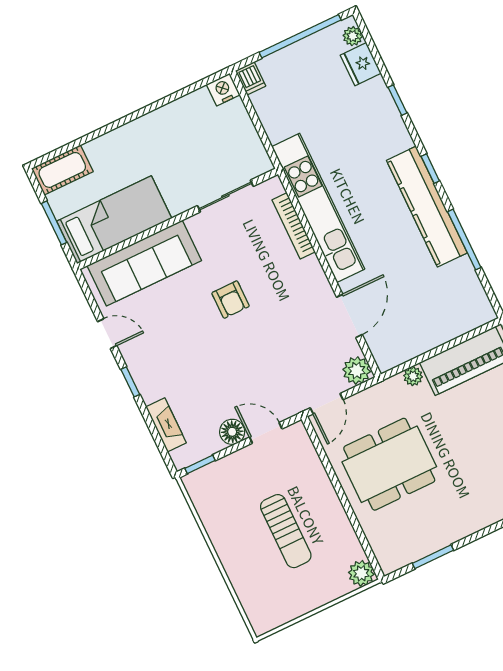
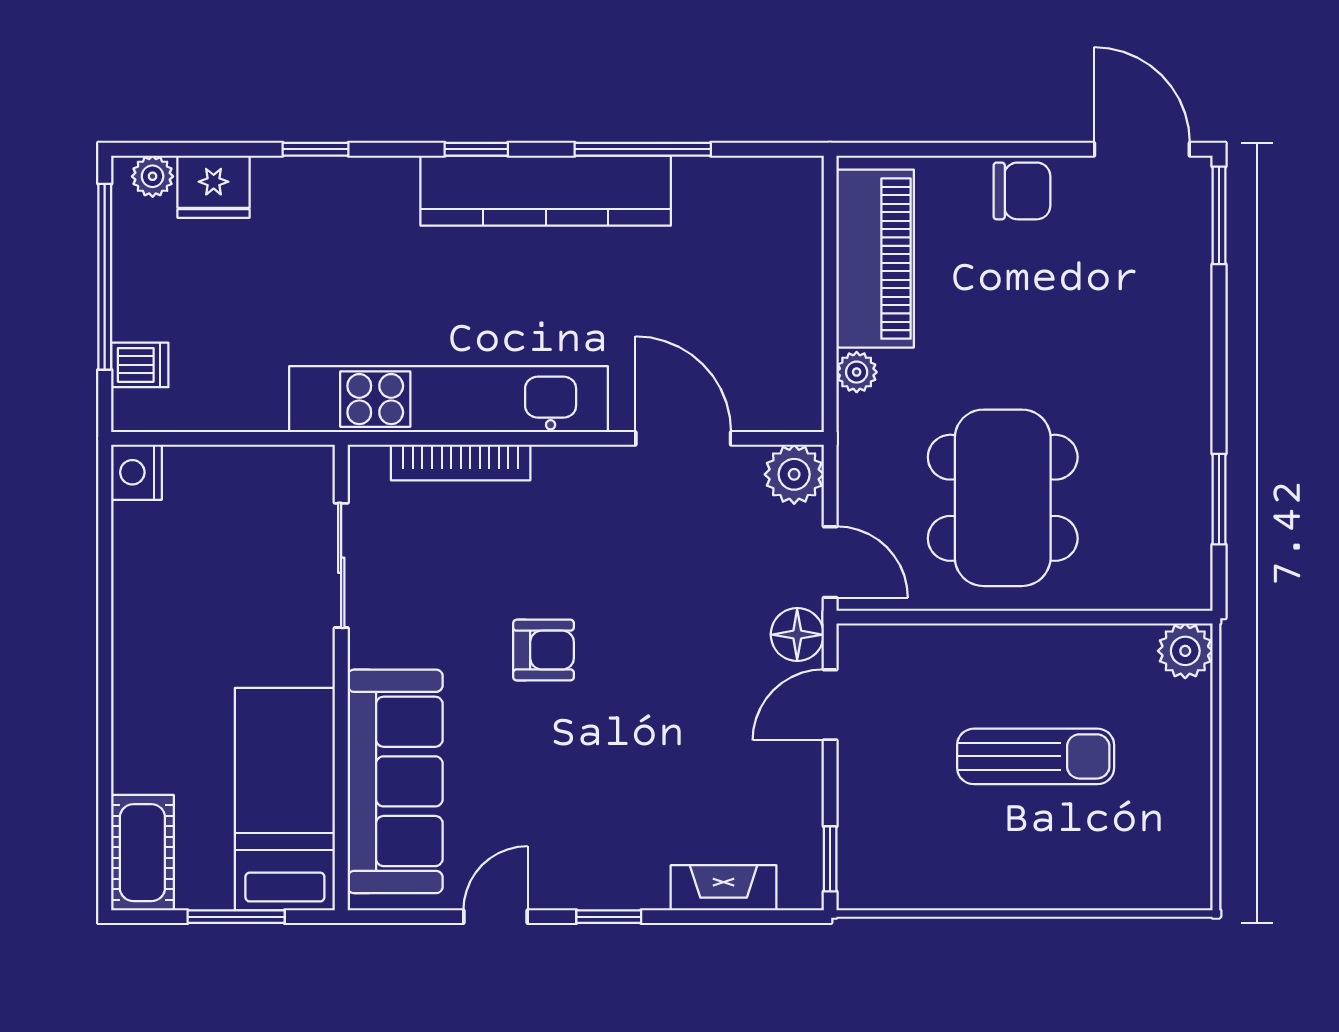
dishwasher: (251, 78) -> (140, 365), moved
floor lamp: (232, 432) -> (797, 635), moved

